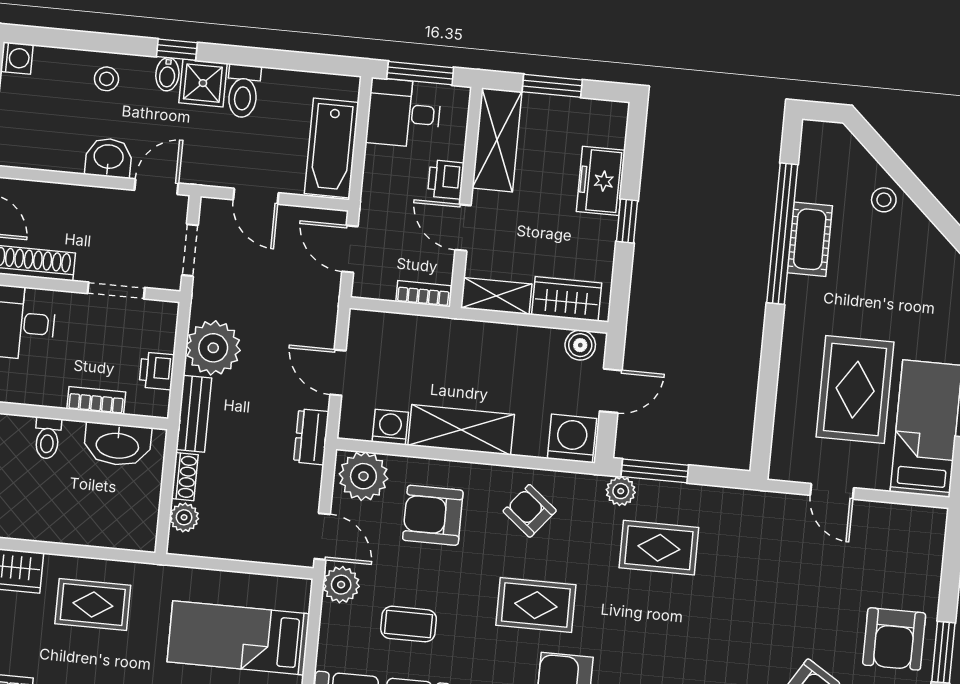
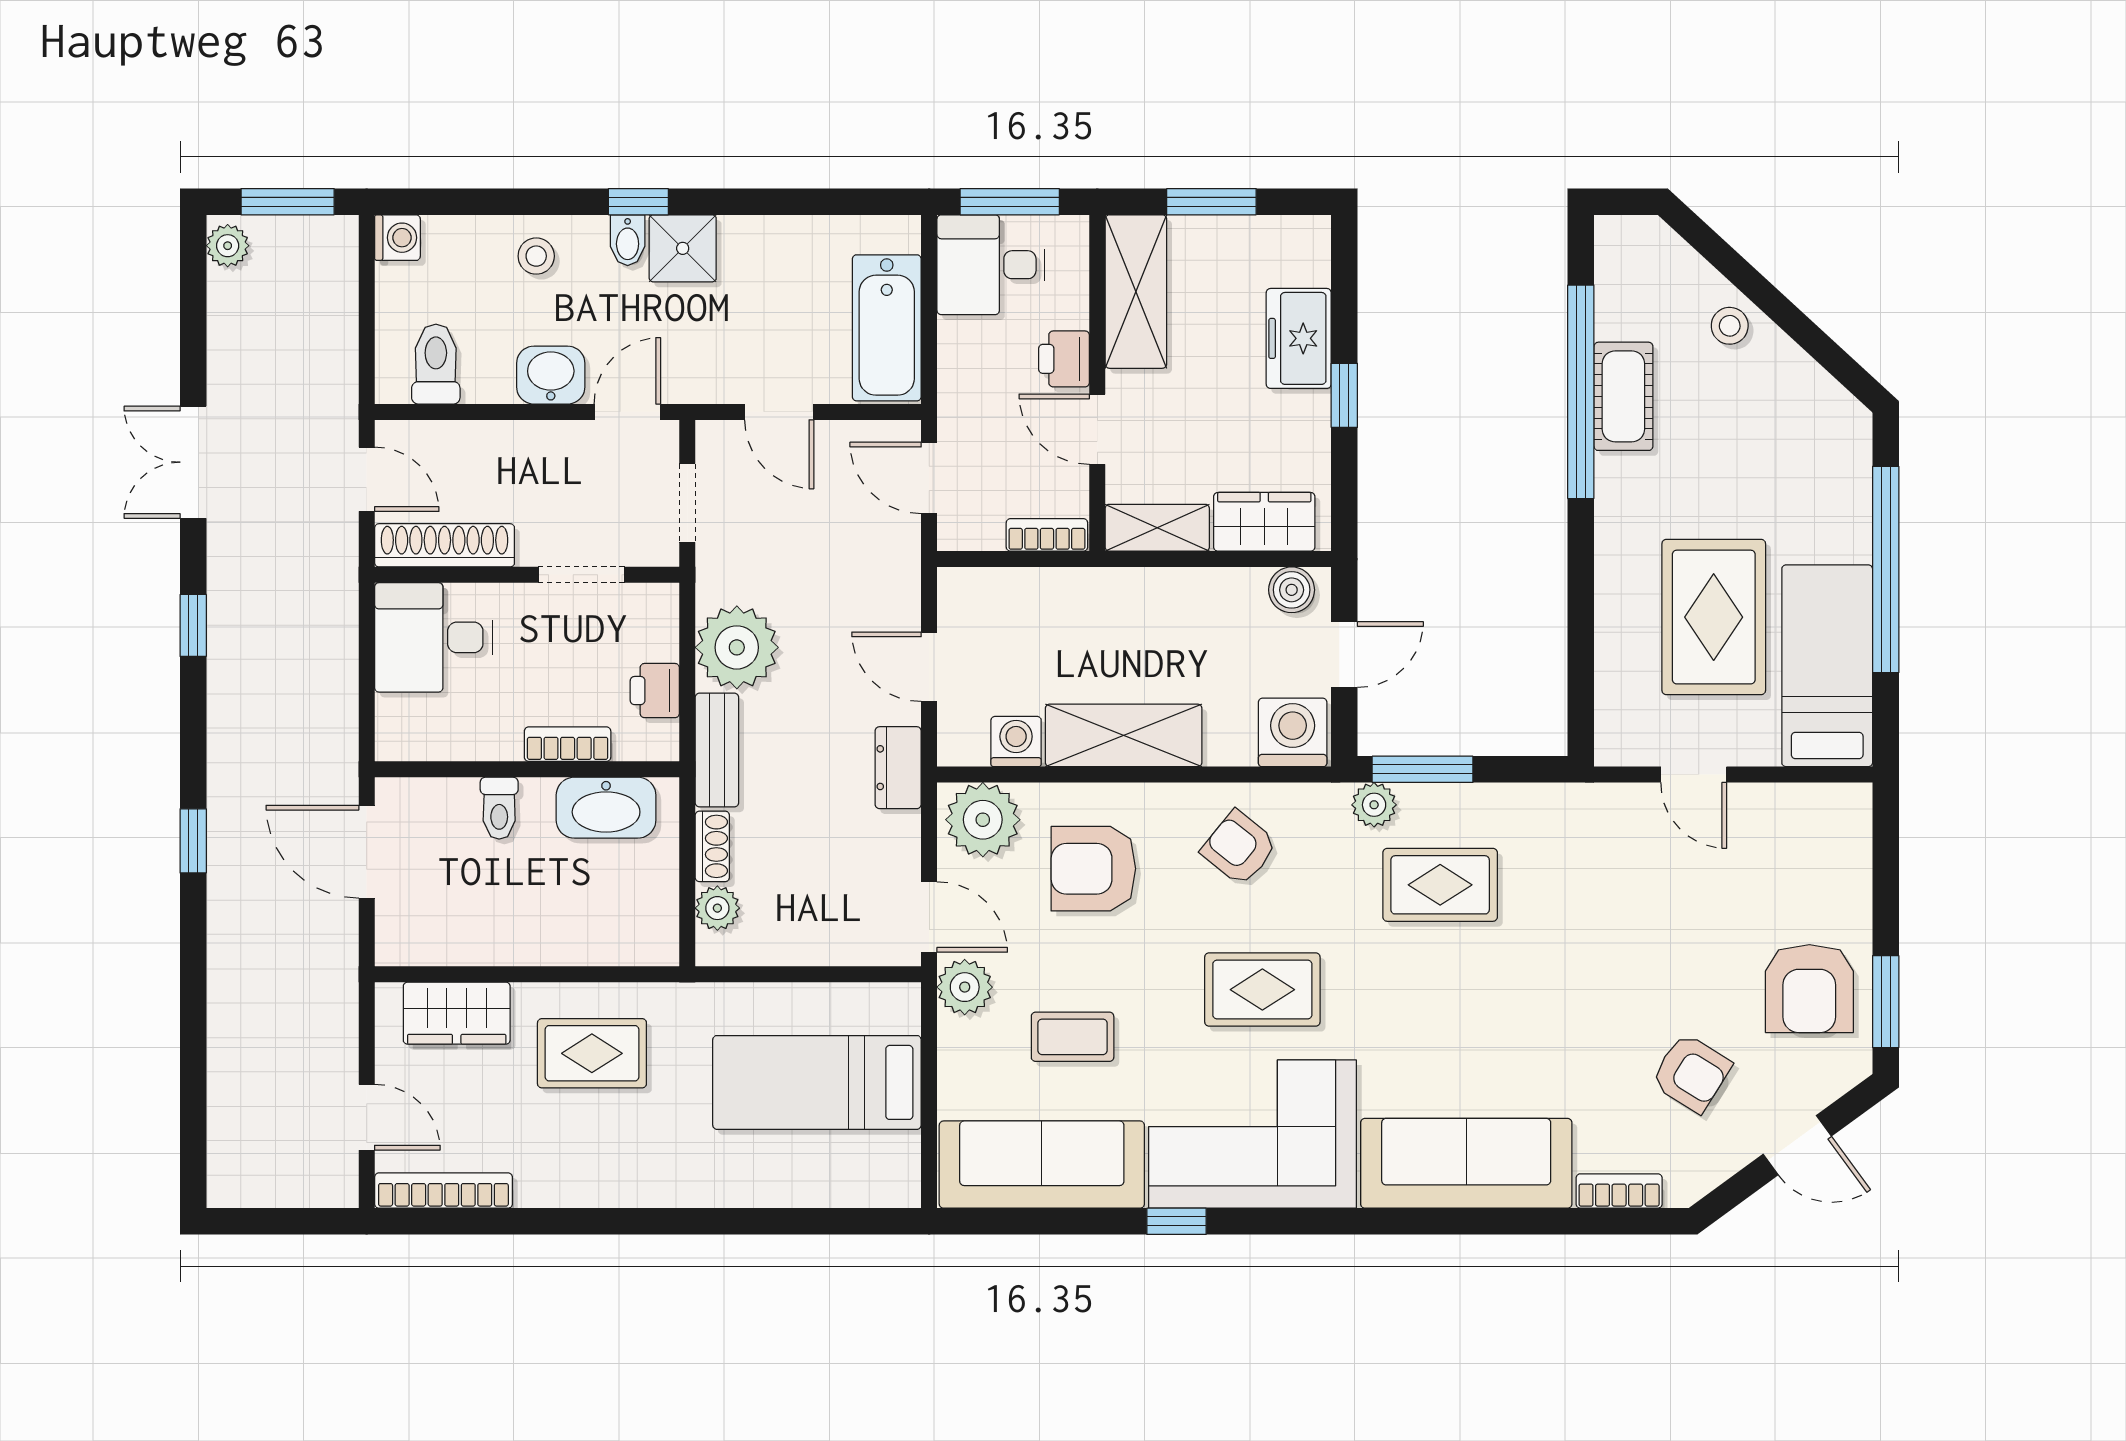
toilet: (243, 91) -> (436, 364), moved, turned 180

